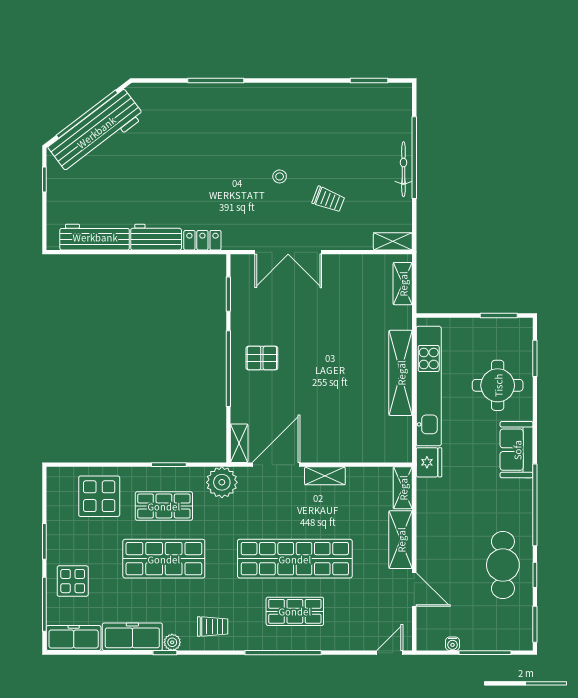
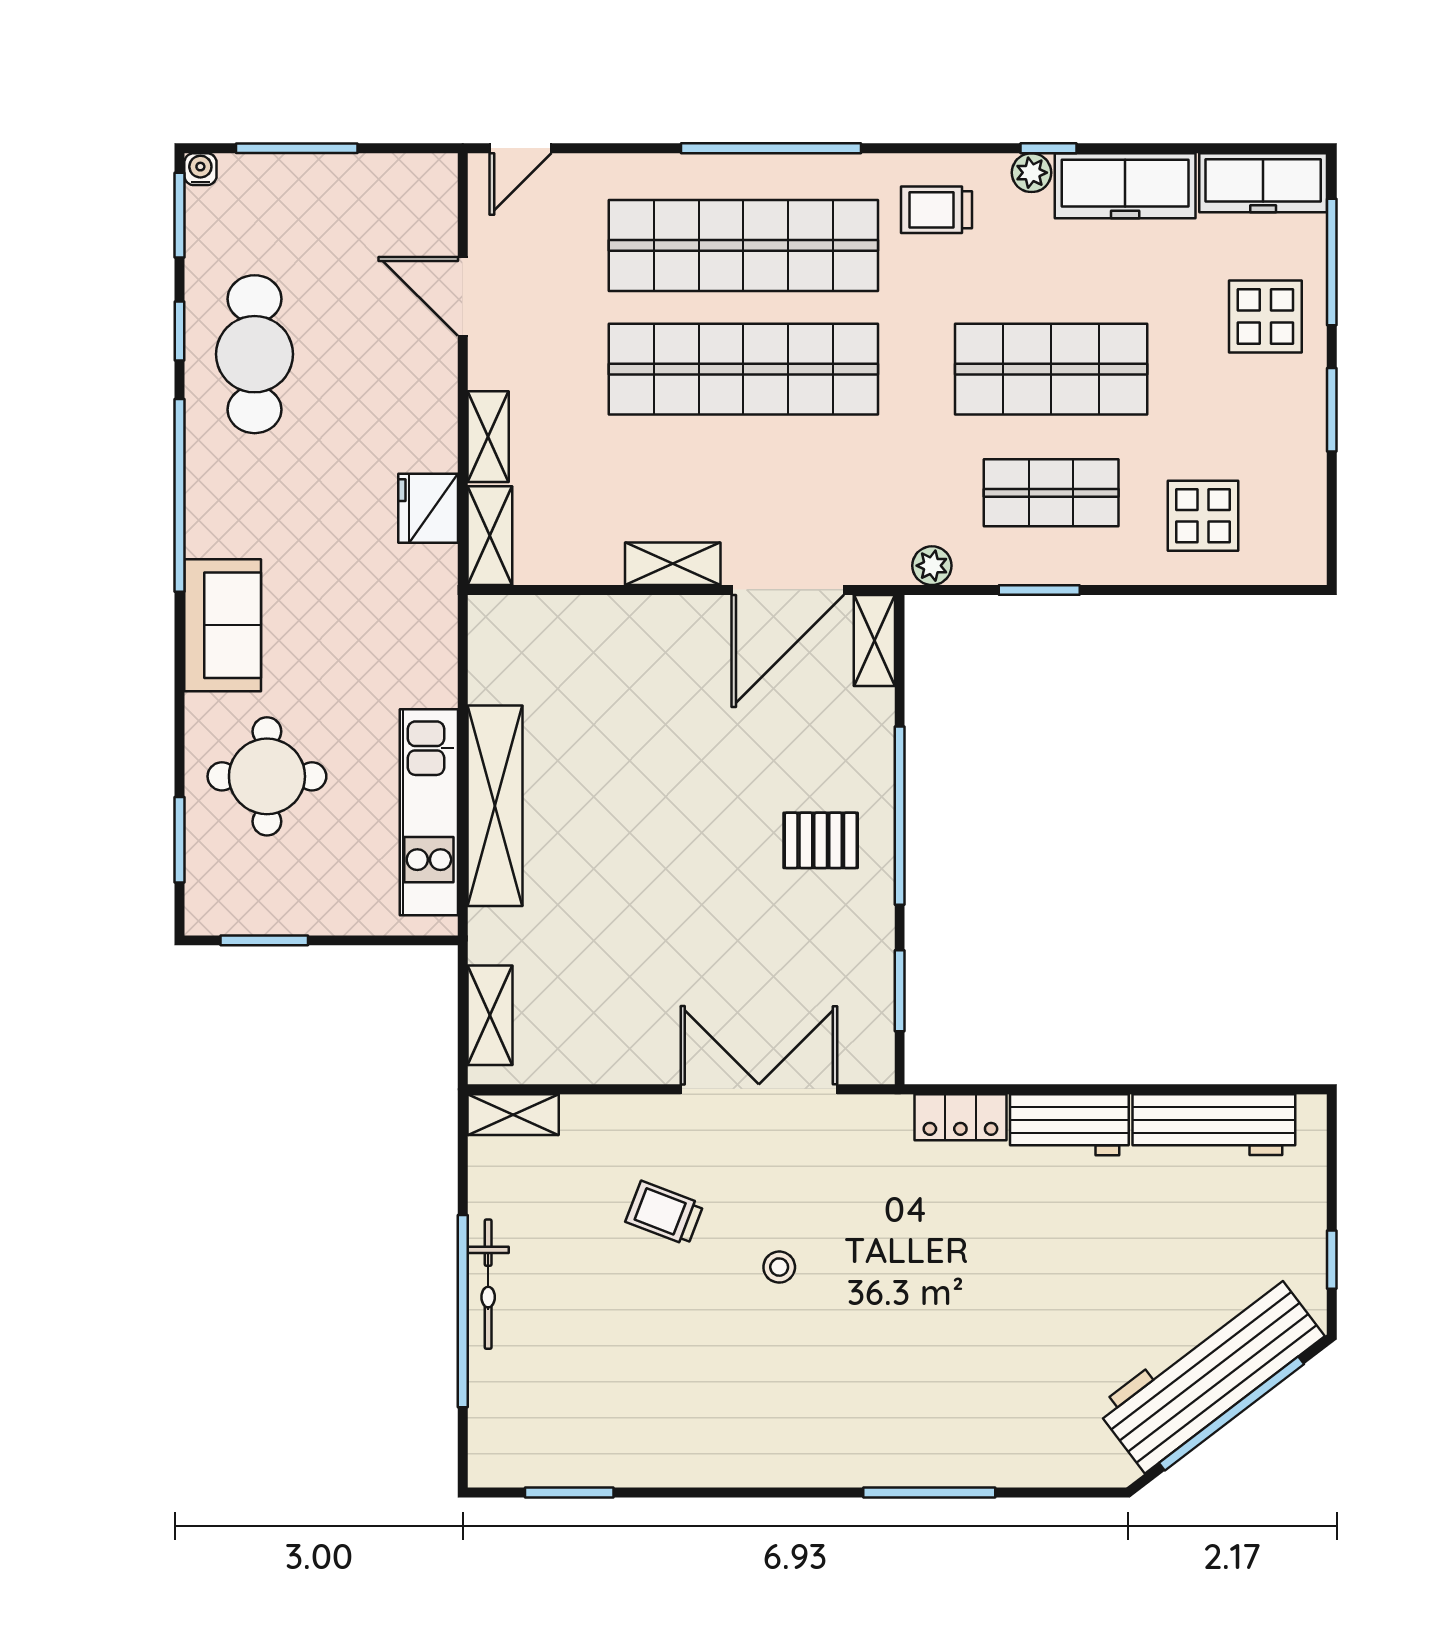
kitchen unit: (429, 386) -> (429, 812), width x0.73
fridge: (429, 462) -> (428, 508), moved
plant: (222, 482) -> (932, 566), width x0.53, depth x0.53
display table: (99, 496) -> (1203, 516), width x0.73, depth x0.73
shelving: (401, 540) -> (488, 437), width x0.67, depth x0.75
shop shelf: (295, 611) -> (743, 245), width x2.00, depth x1.36
water cooler: (453, 644) -> (200, 169), moved

